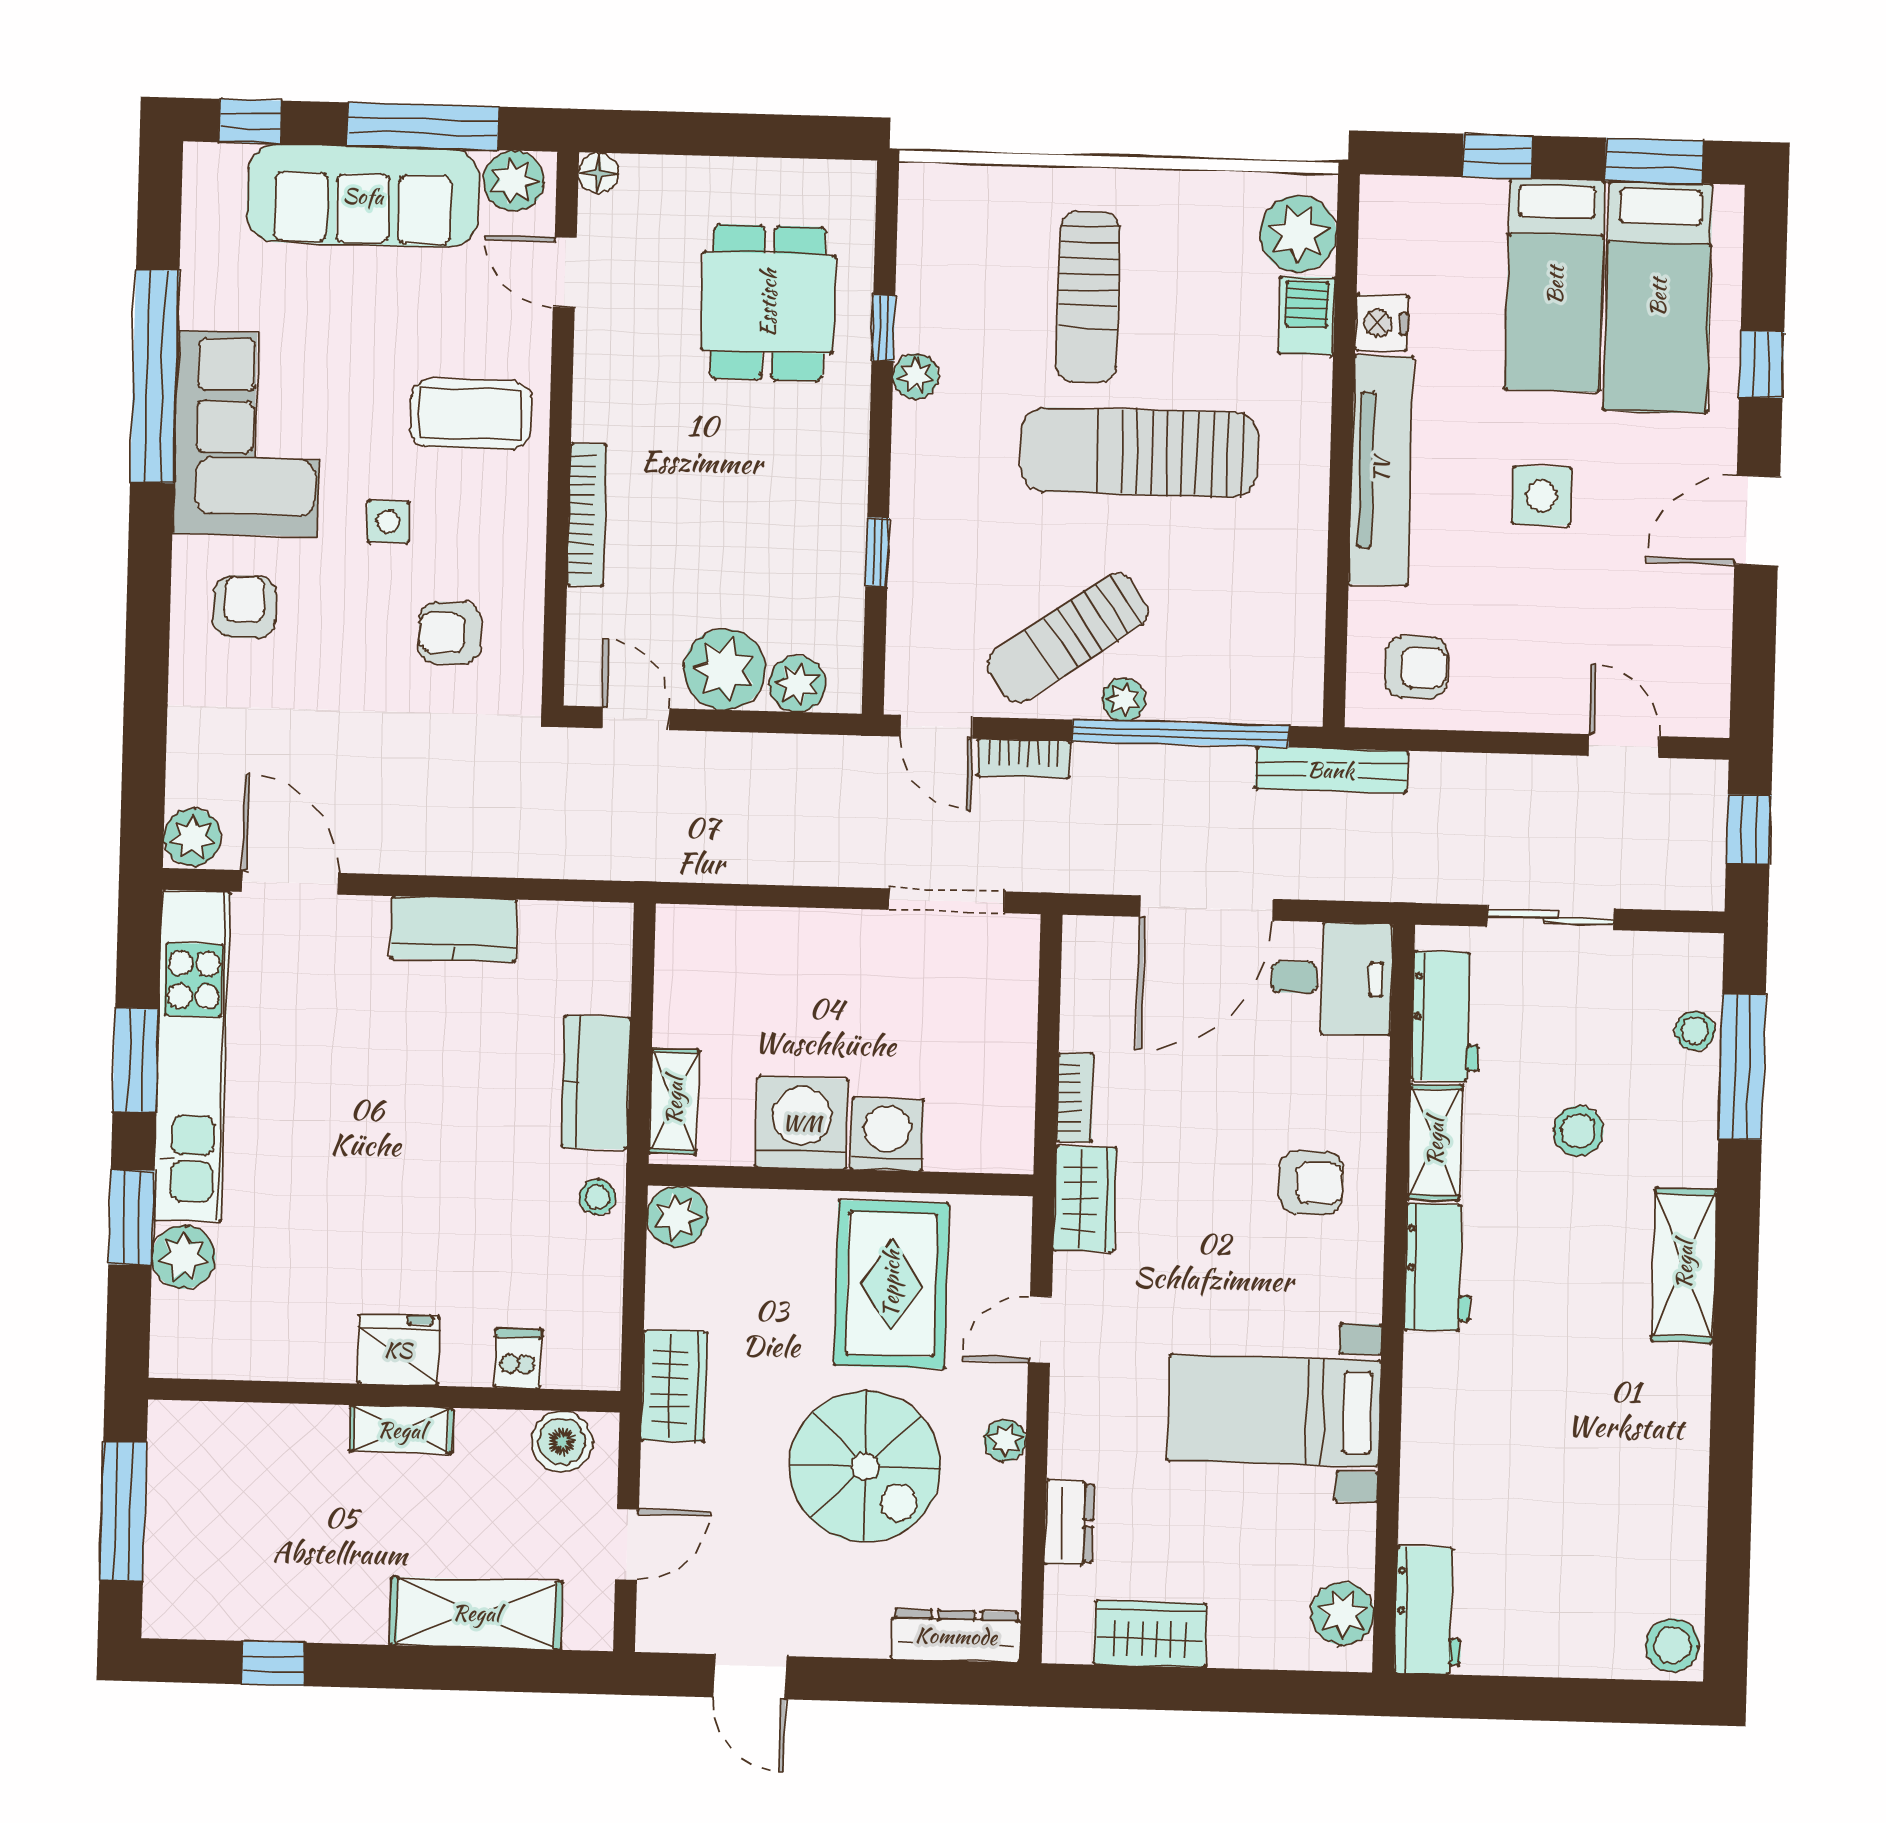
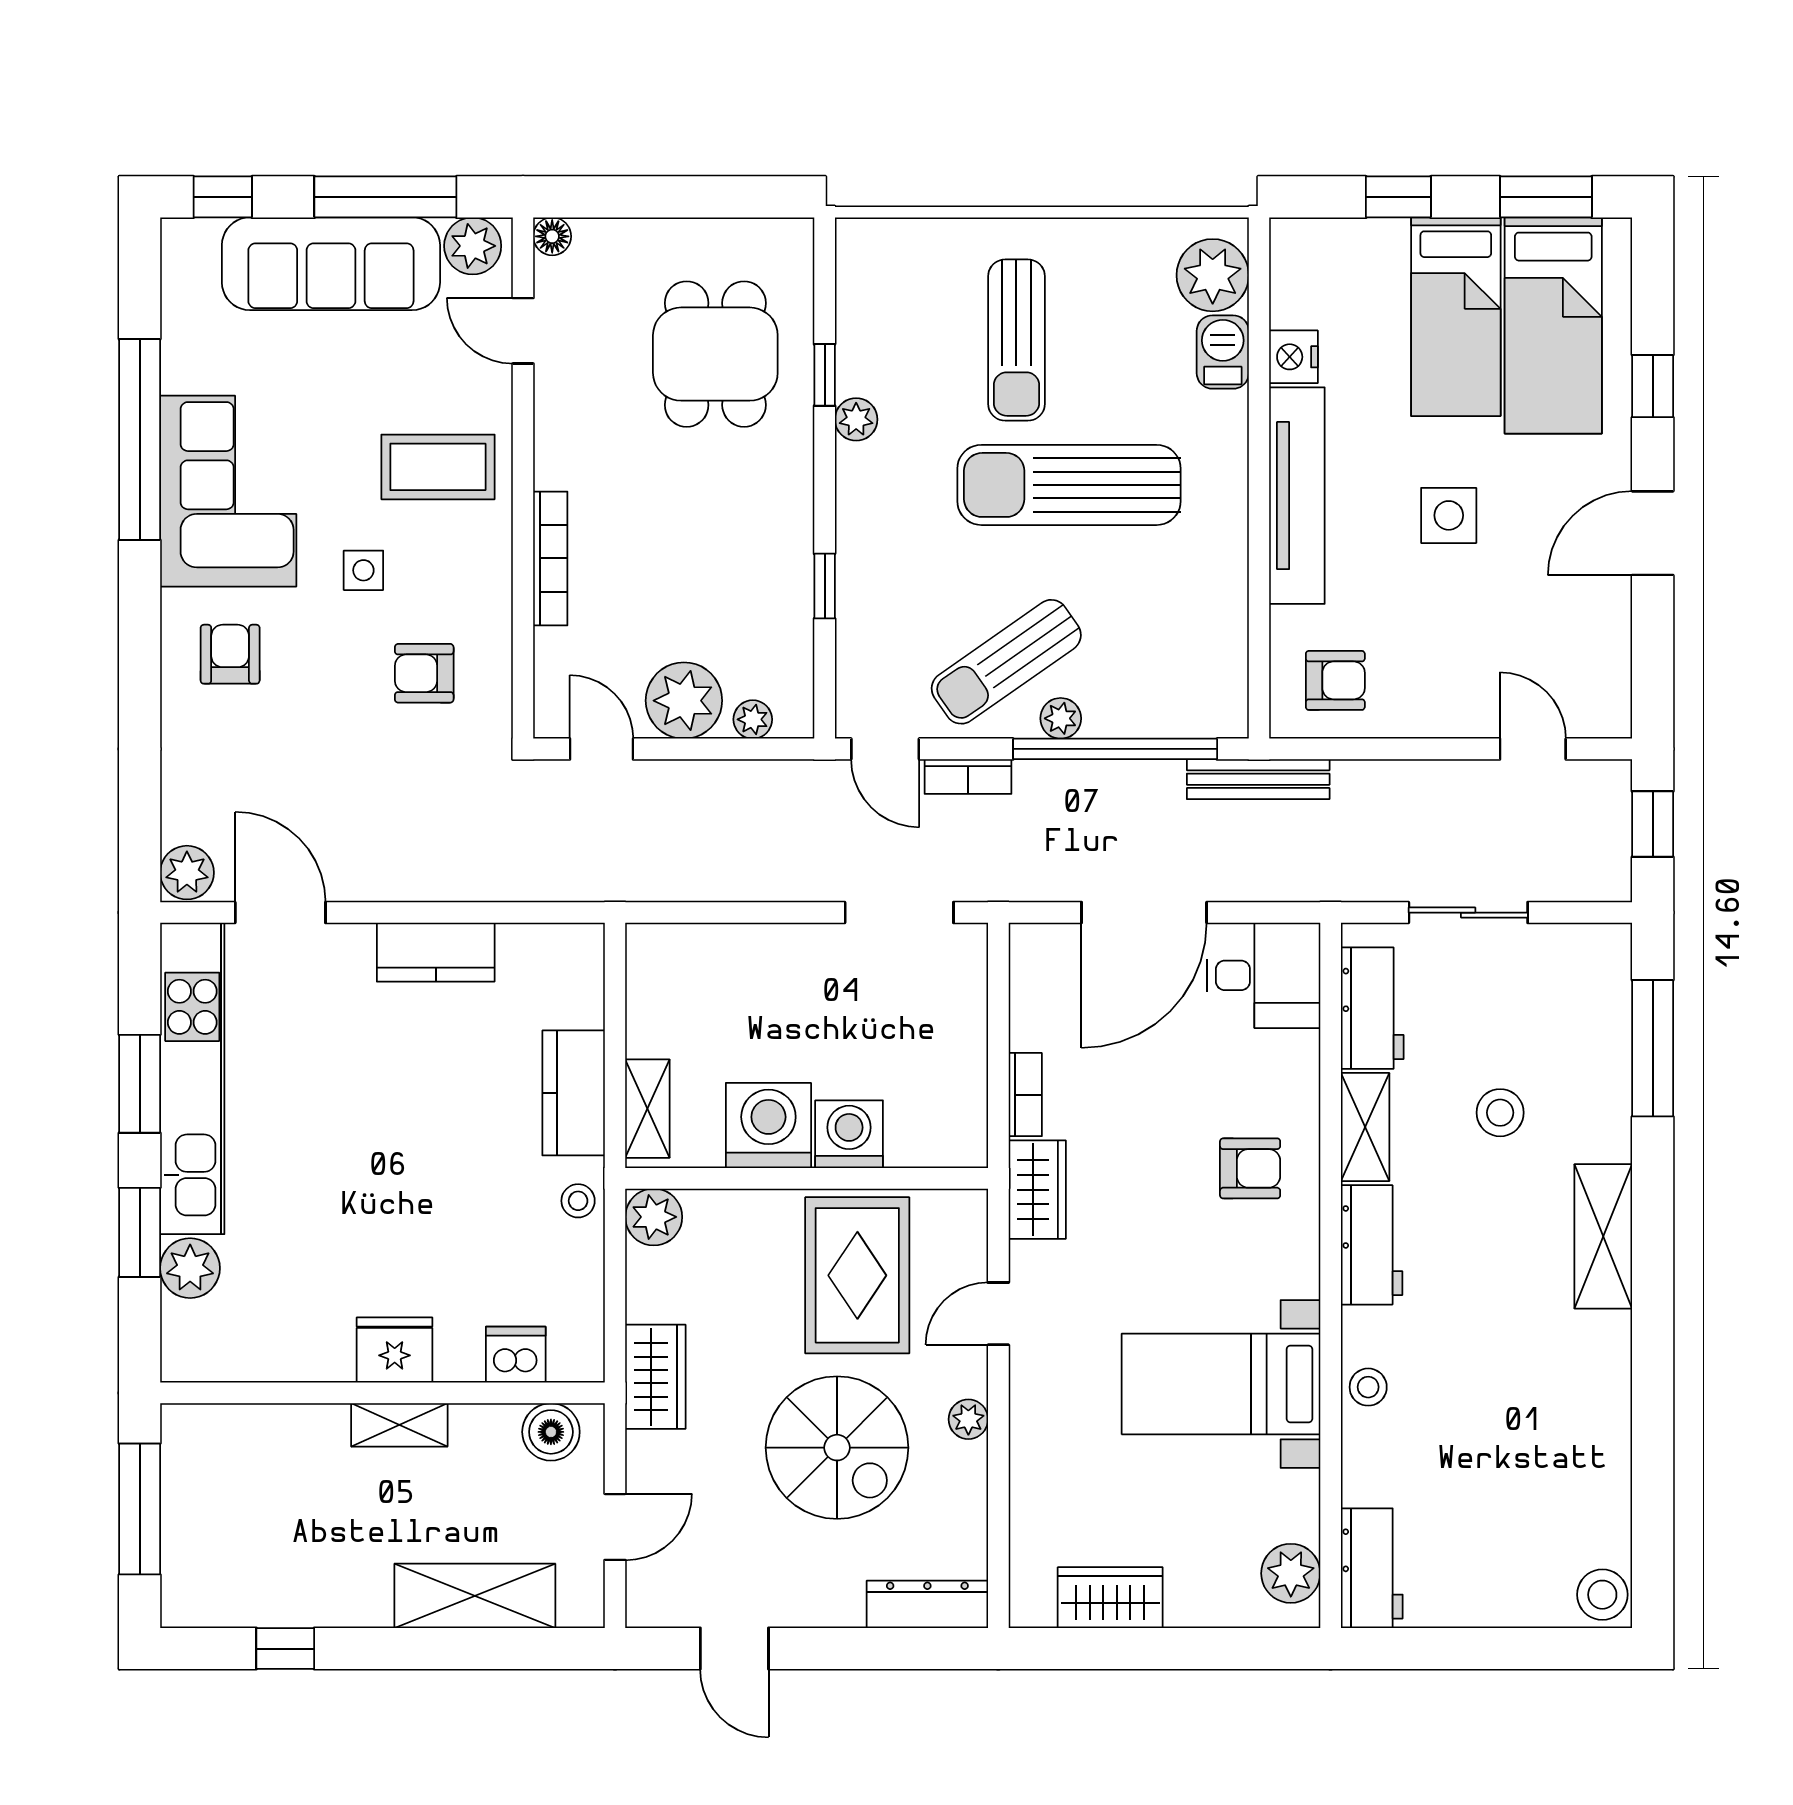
plant: (797, 684) -> (753, 719), width x0.73, depth x0.73
stool: (1695, 1031) -> (1368, 1387), moved
dishwasher: (518, 1358) -> (516, 1355), width x1.38
dresser: (1069, 1523) -> (1031, 1495), removed

